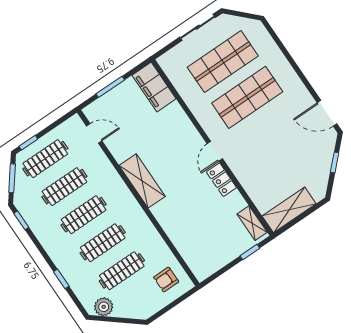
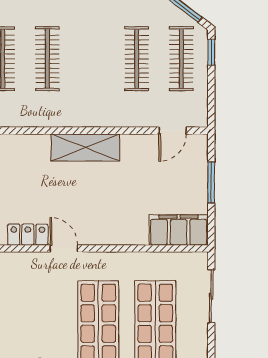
sliding door: (198, 27) -> (211, 296), moved
clothes rail: (84, 215) -> (92, 59), removed

